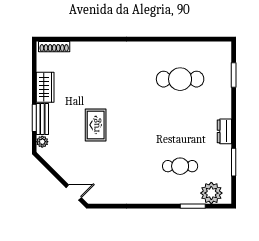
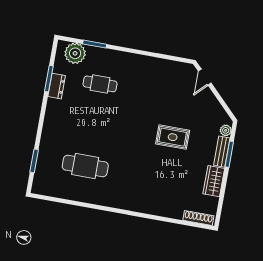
rug: (96, 125) -> (173, 137), turned 90
dresser: (224, 131) -> (57, 86), moved
door: (74, 193) -> (205, 77), hinge flipped

